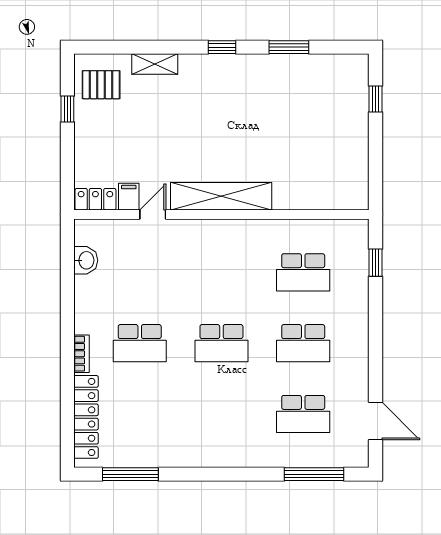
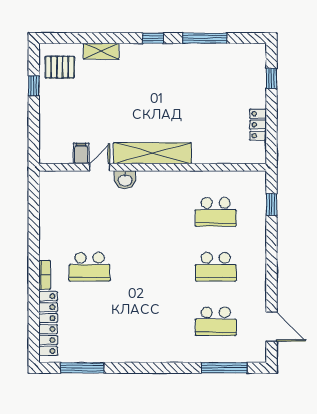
window: (289, 47) -> (205, 38), width x1.44
locker: (95, 199) -> (258, 125), moved, turned -90
washbasin: (86, 260) -> (125, 180), moved, turned 90
school desk: (221, 343) -> (153, 267), removed

